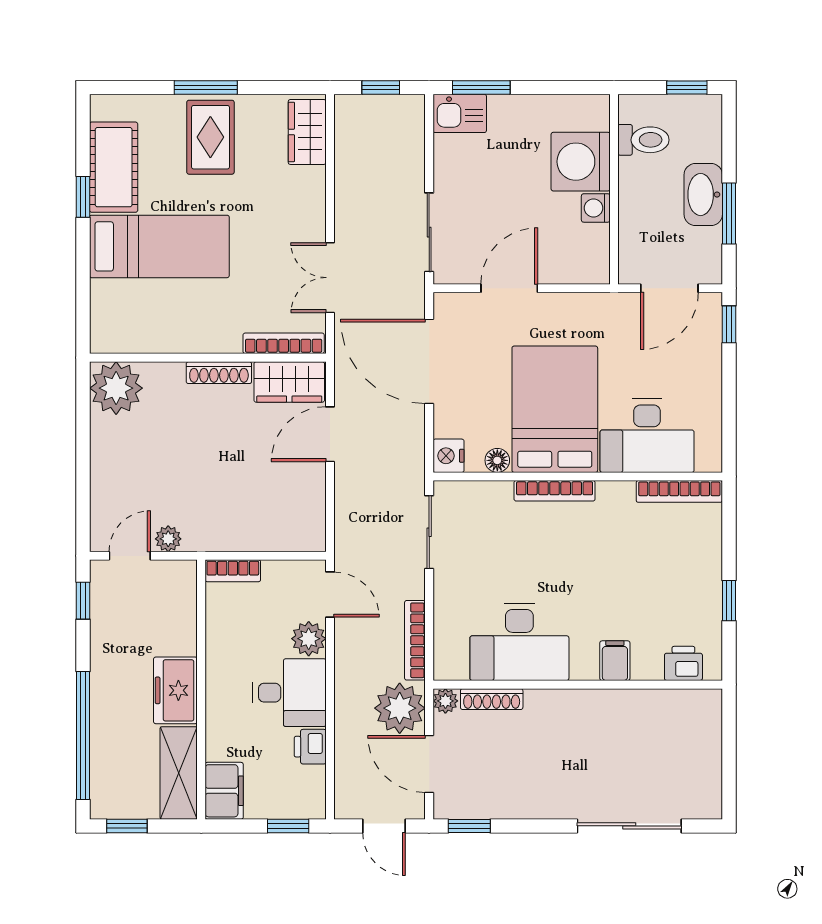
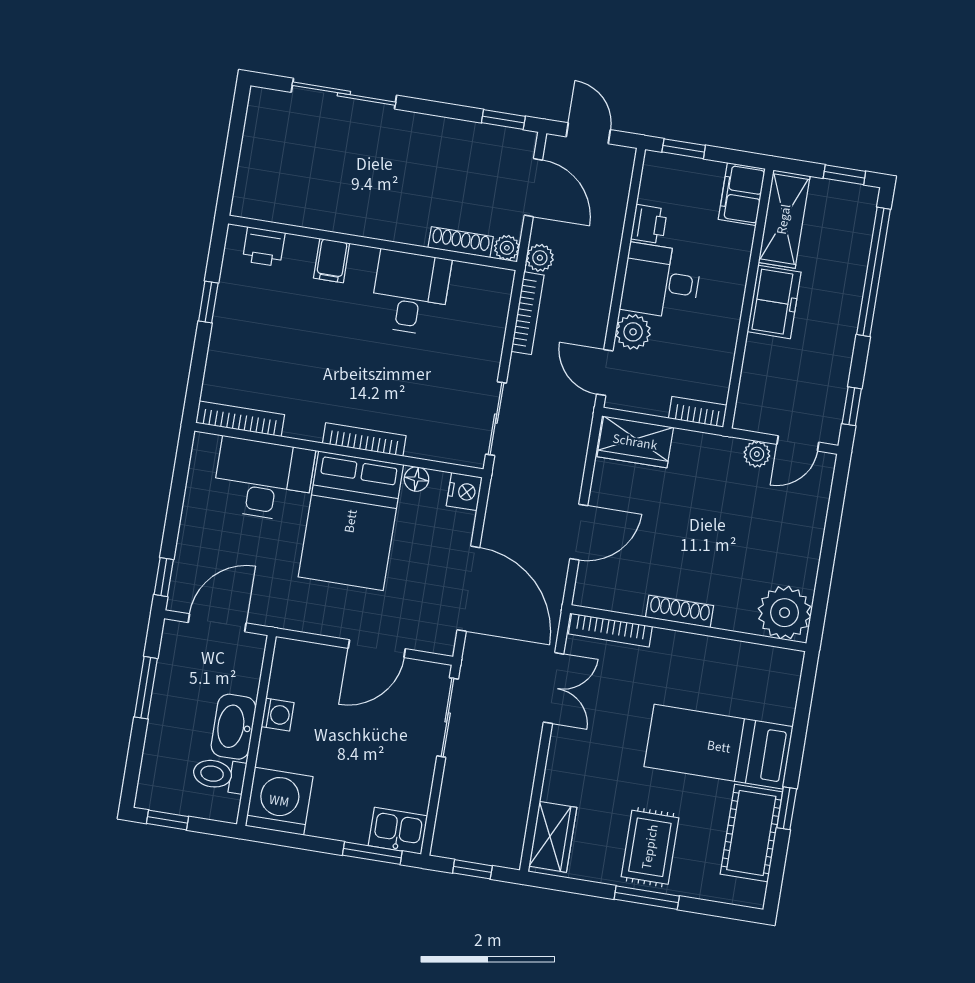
washing machine: (581, 162) -> (279, 801), moved, turned -90
washbasin: (703, 195) -> (233, 727), moved, turned 180
wardrobe: (289, 382) -> (635, 442), moved, turned 180
desk: (519, 642) -> (410, 293), width x0.73
plant: (400, 708) -> (540, 258), width x0.53, depth x0.53

